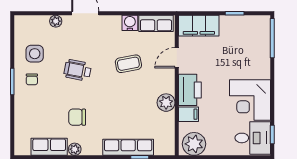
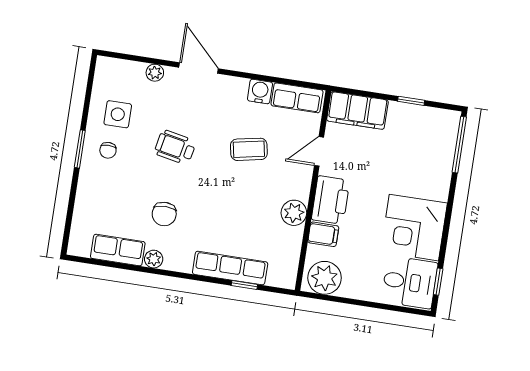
chair: (77, 117) -> (164, 214), turned -90

